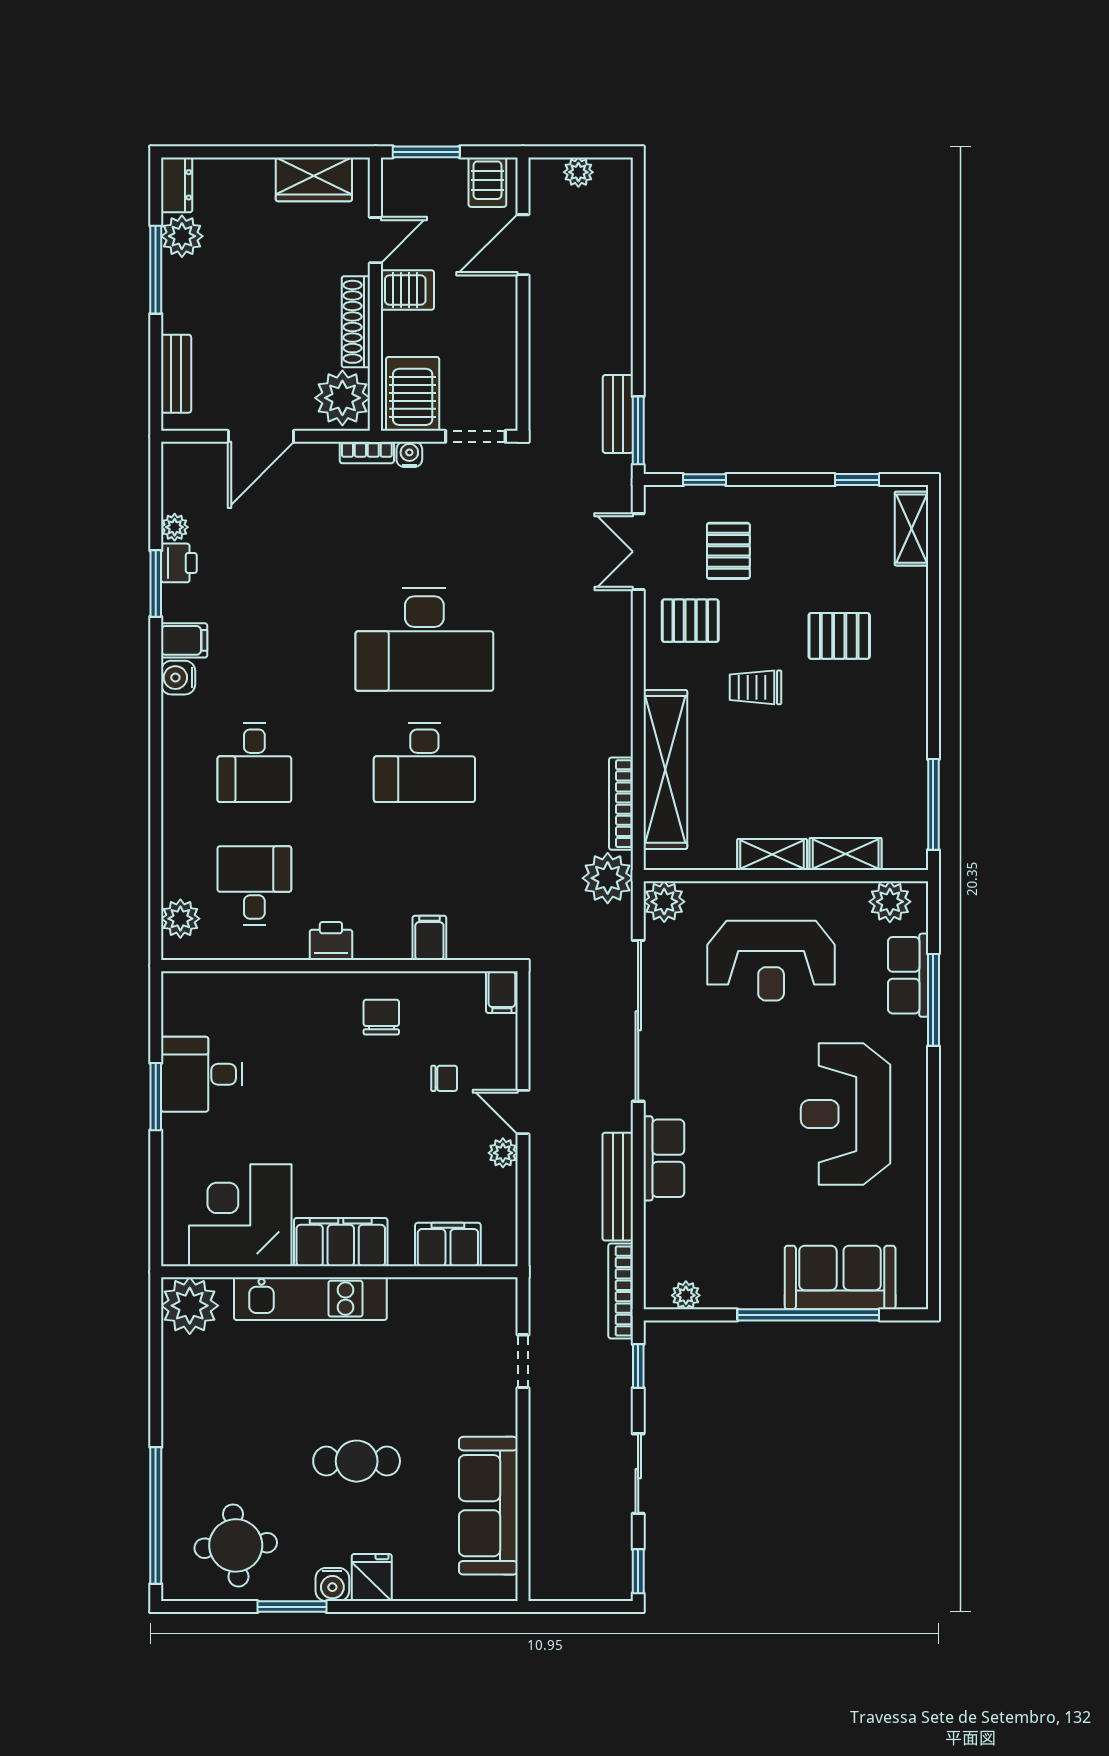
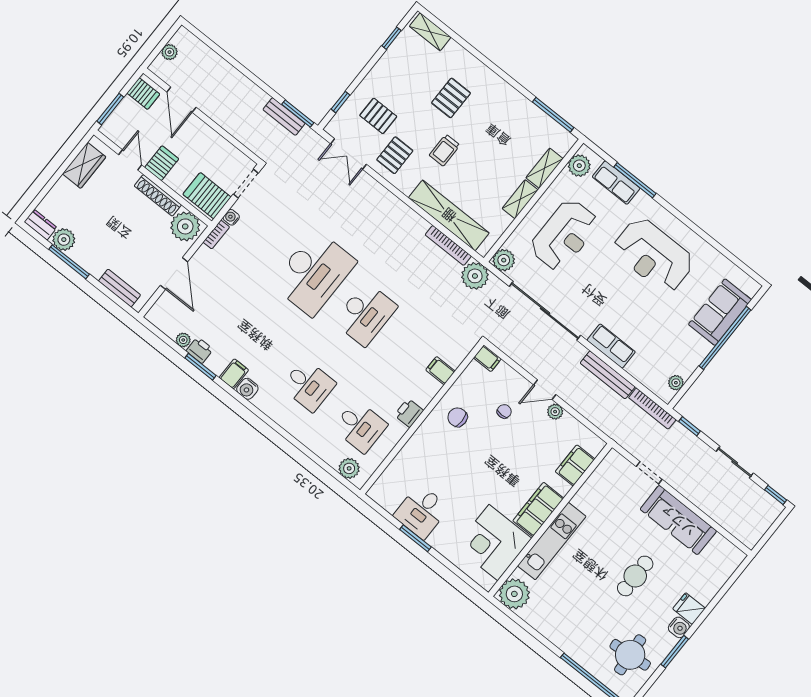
desk: (254, 886) -> (360, 426), turned 180
sofa: (488, 1506) -> (678, 520), moved

